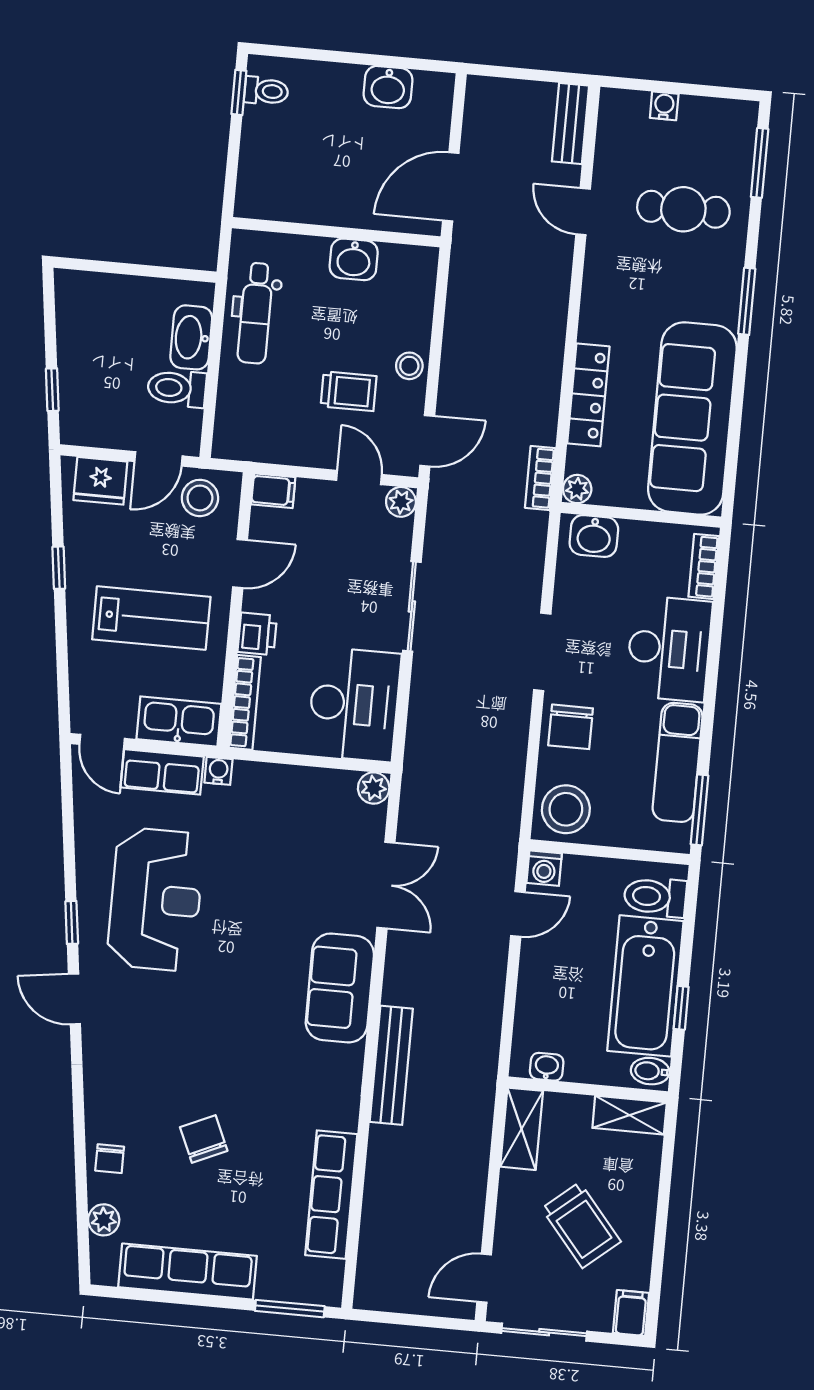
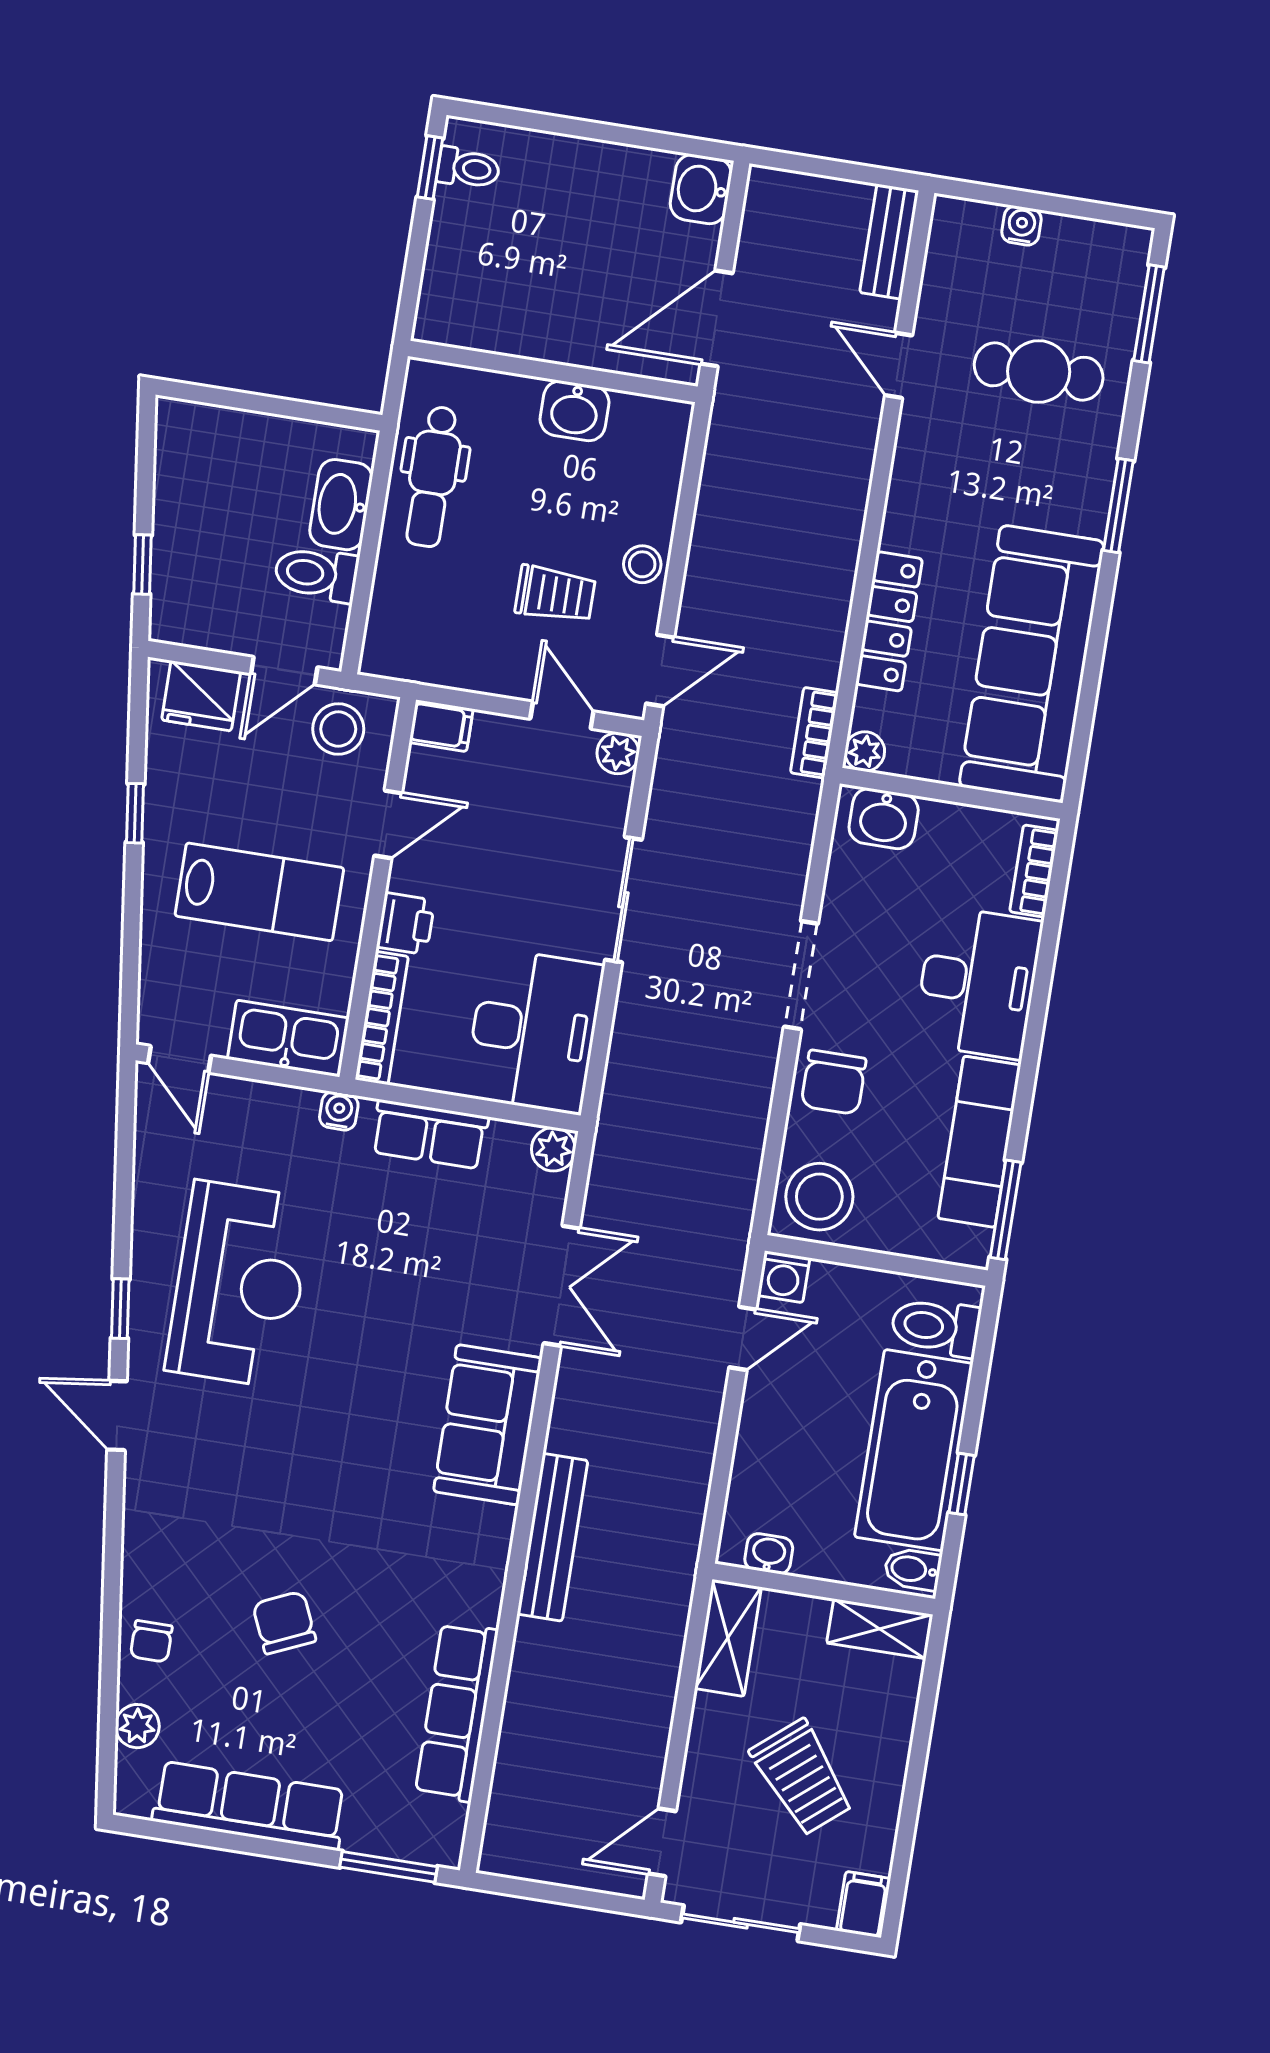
washbasin: (388, 87) -> (701, 189), moved, turned 90
row of seats: (162, 772) -> (430, 1134), moved

